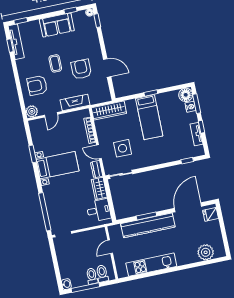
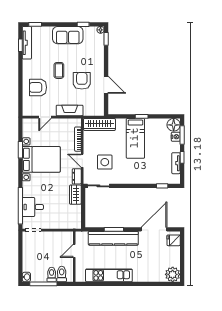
plant: (32, 111) -> (28, 110), removed
bed with nightstands: (57, 165) -> (41, 159), width x1.36
desk: (99, 210) -> (33, 207), moved, turned 180
plant: (206, 252) -> (173, 274), moved

